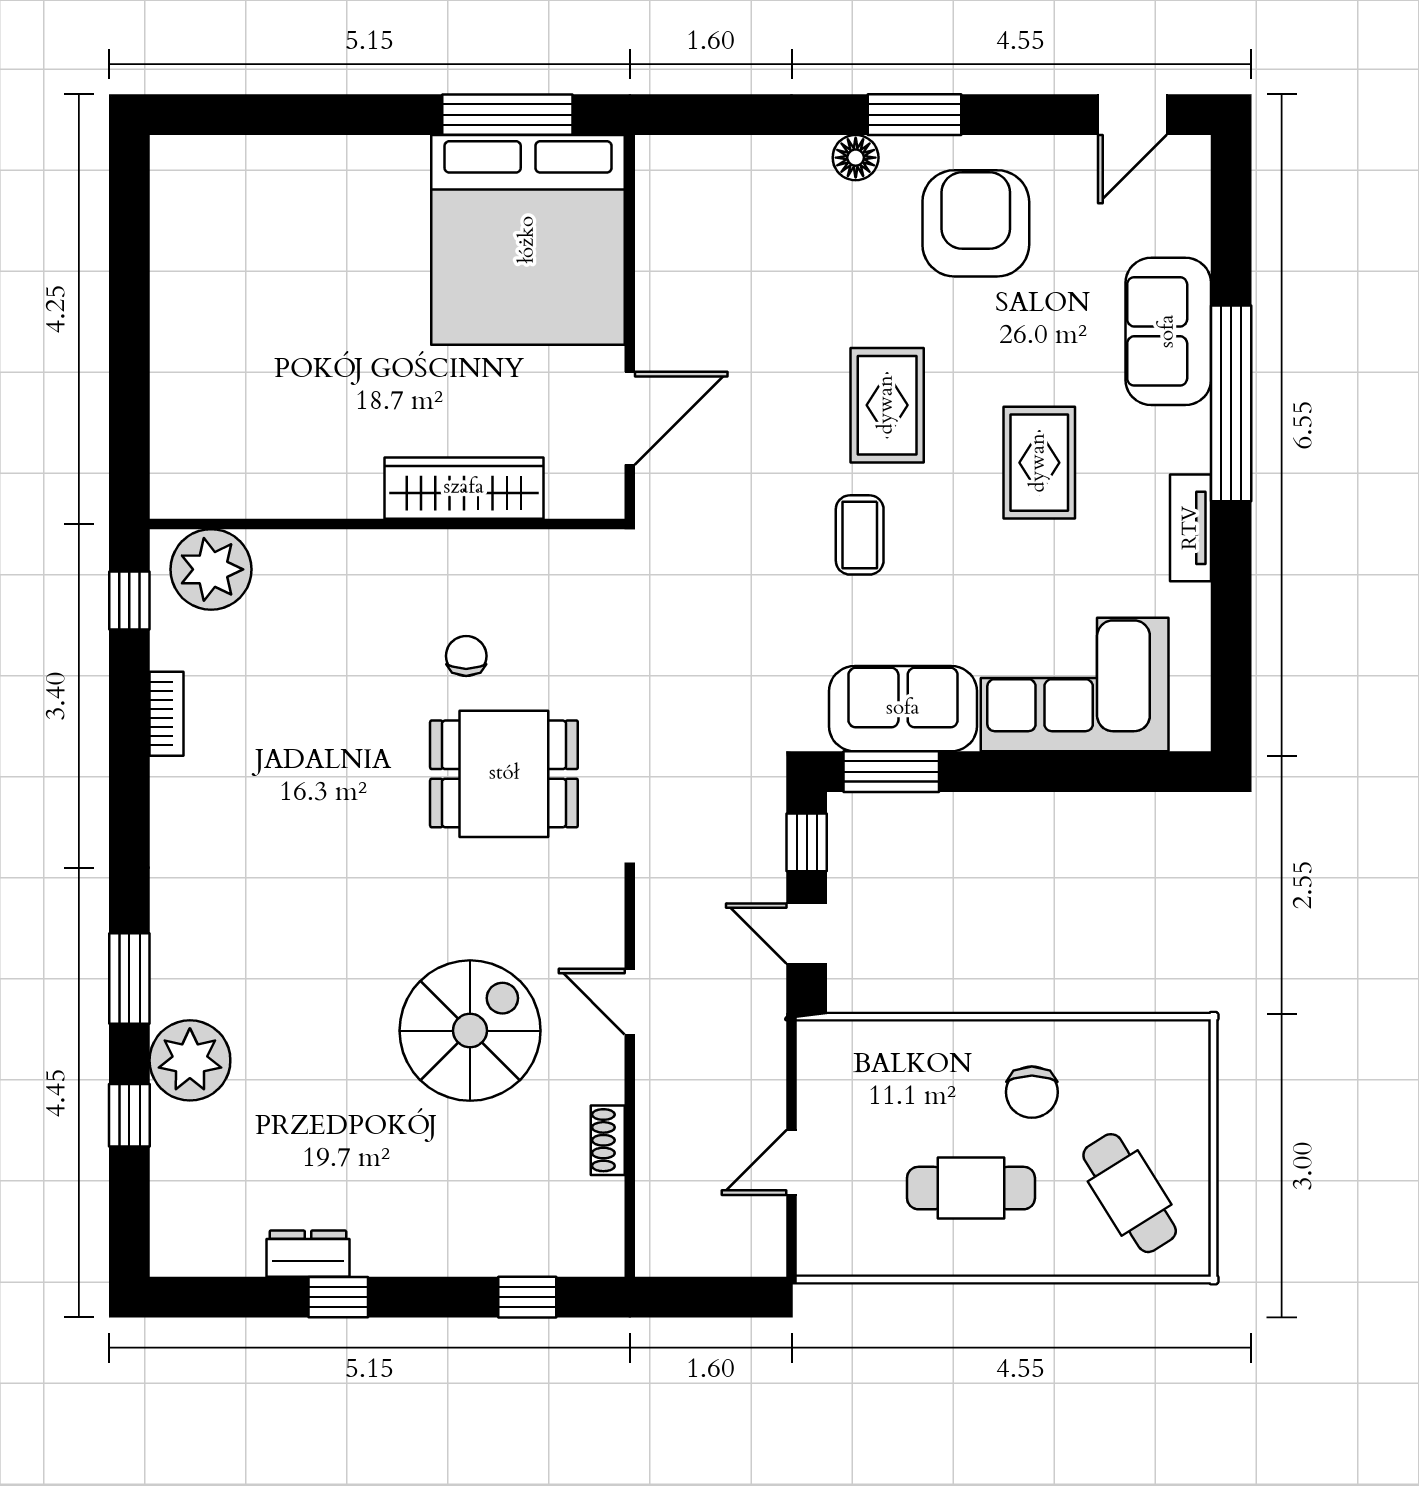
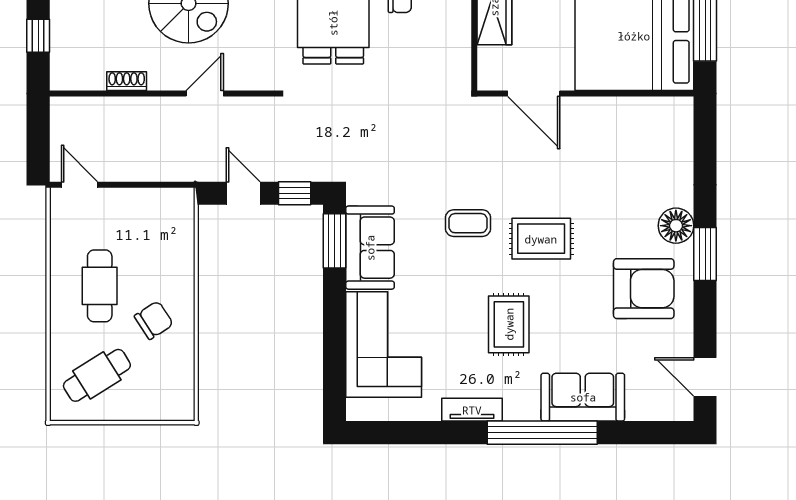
floor lamp: (856, 158) -> (676, 226), width x1.38, depth x1.38
rug: (1039, 463) -> (509, 324), turned 90
door: (807, 934) -> (243, 193), hinge flipped
chair: (1032, 1092) -> (154, 320), turned 147
door: (792, 1163) -> (80, 185), moved

